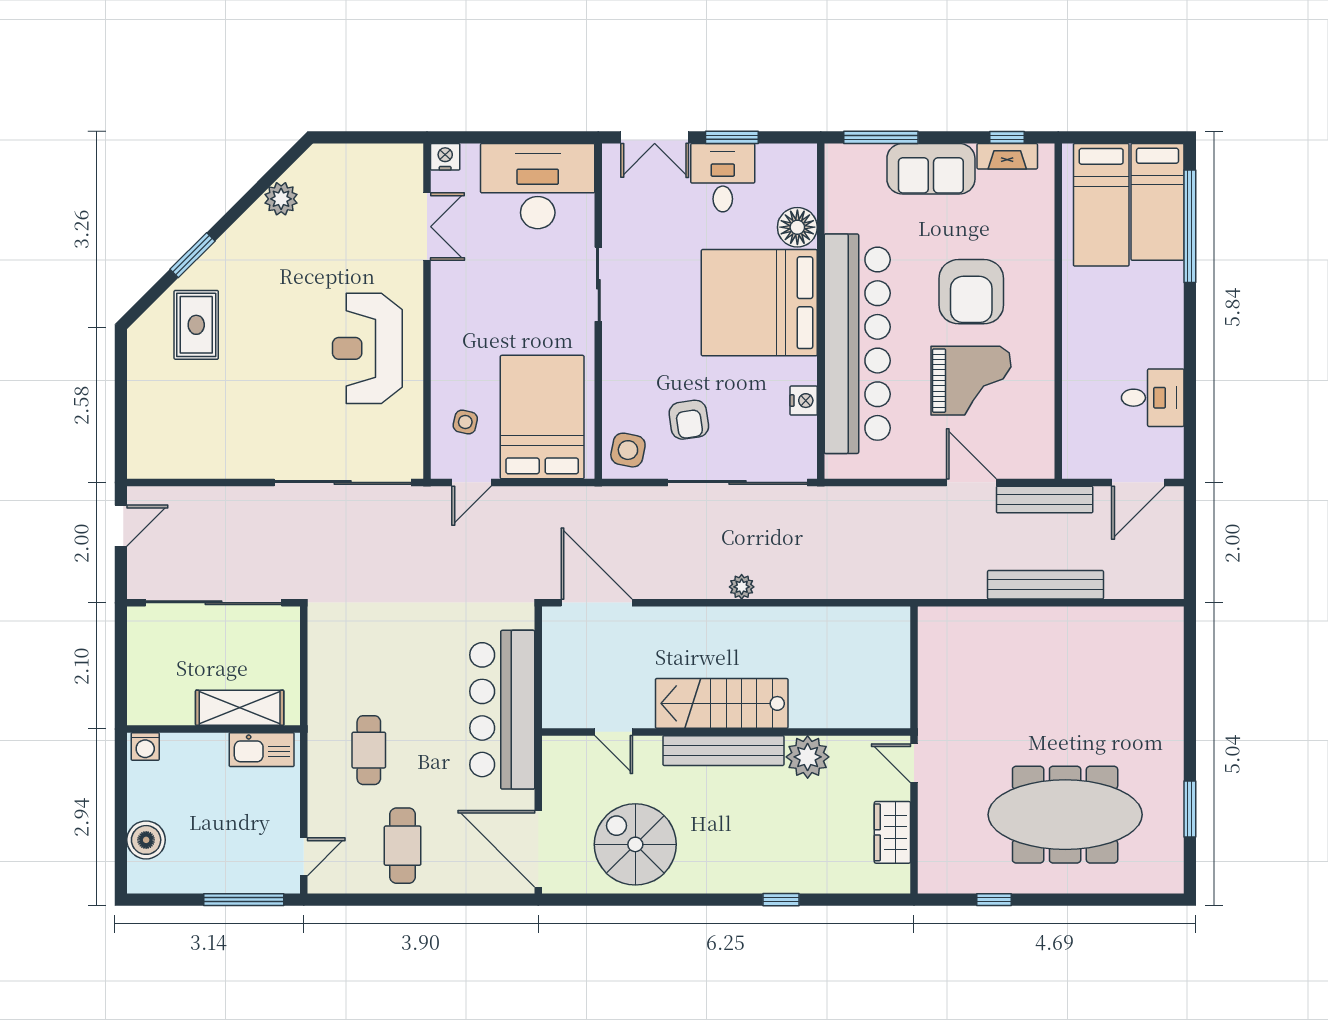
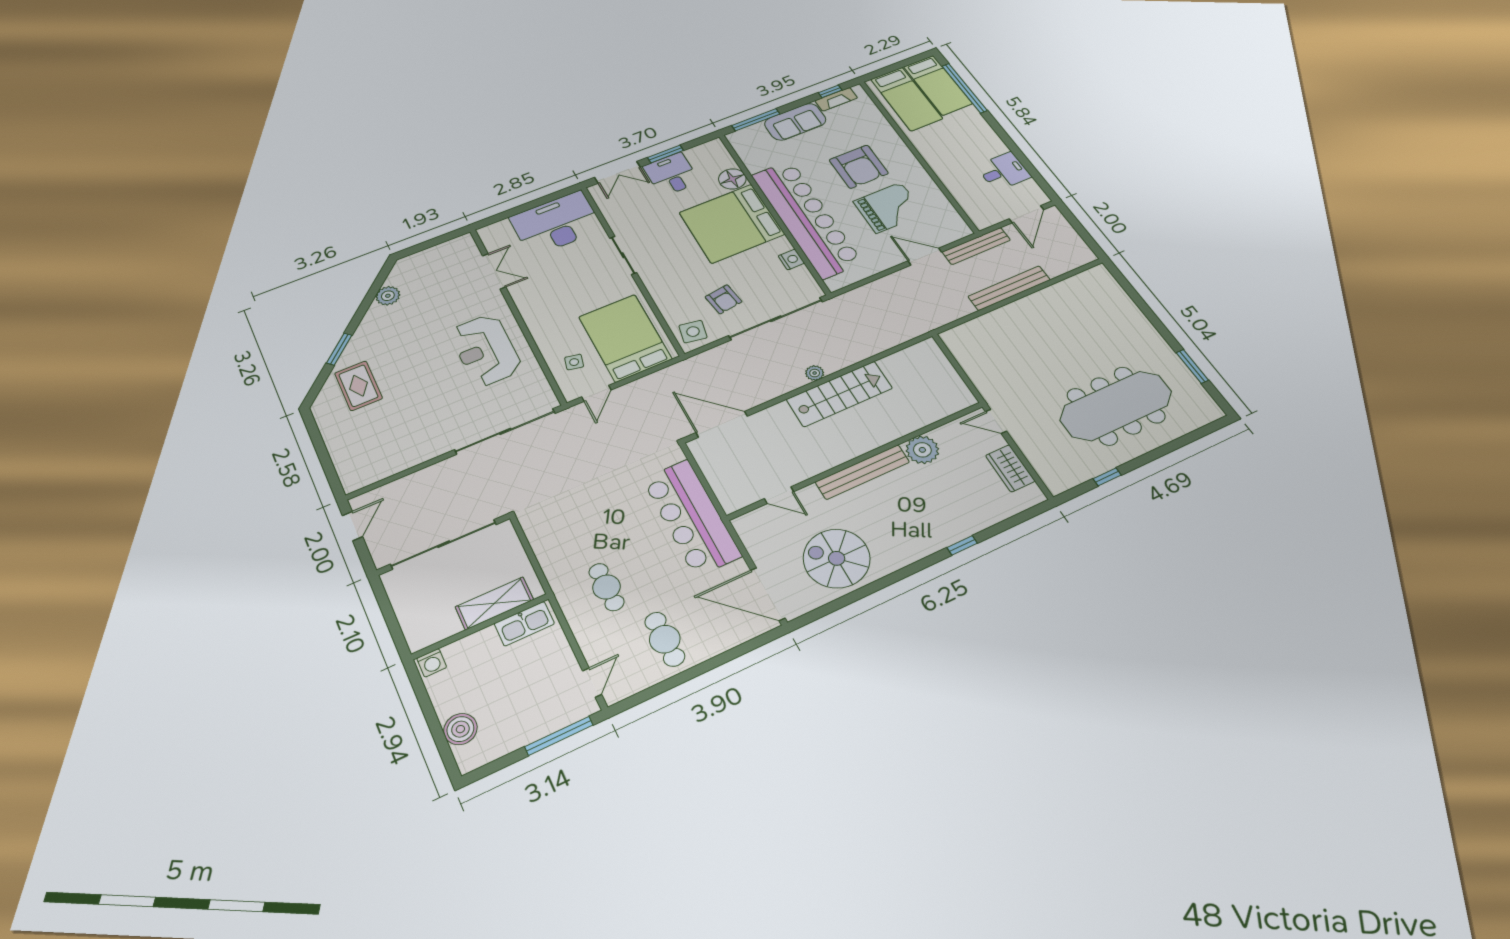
nightstand: (445, 157) -> (488, 233), removed
stairs: (722, 703) -> (839, 394), moved, turned 180

